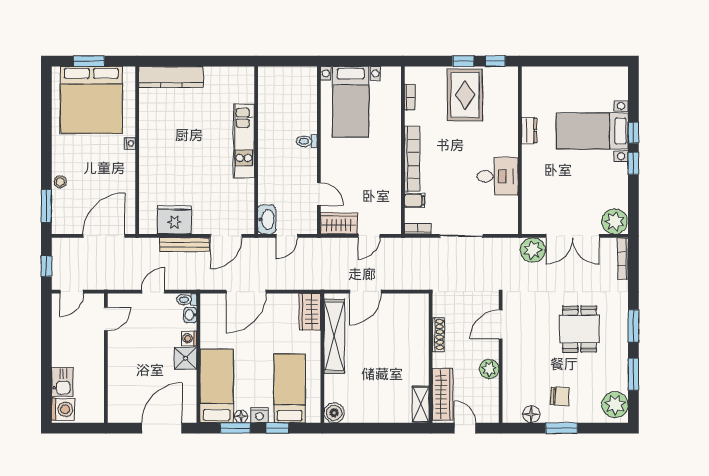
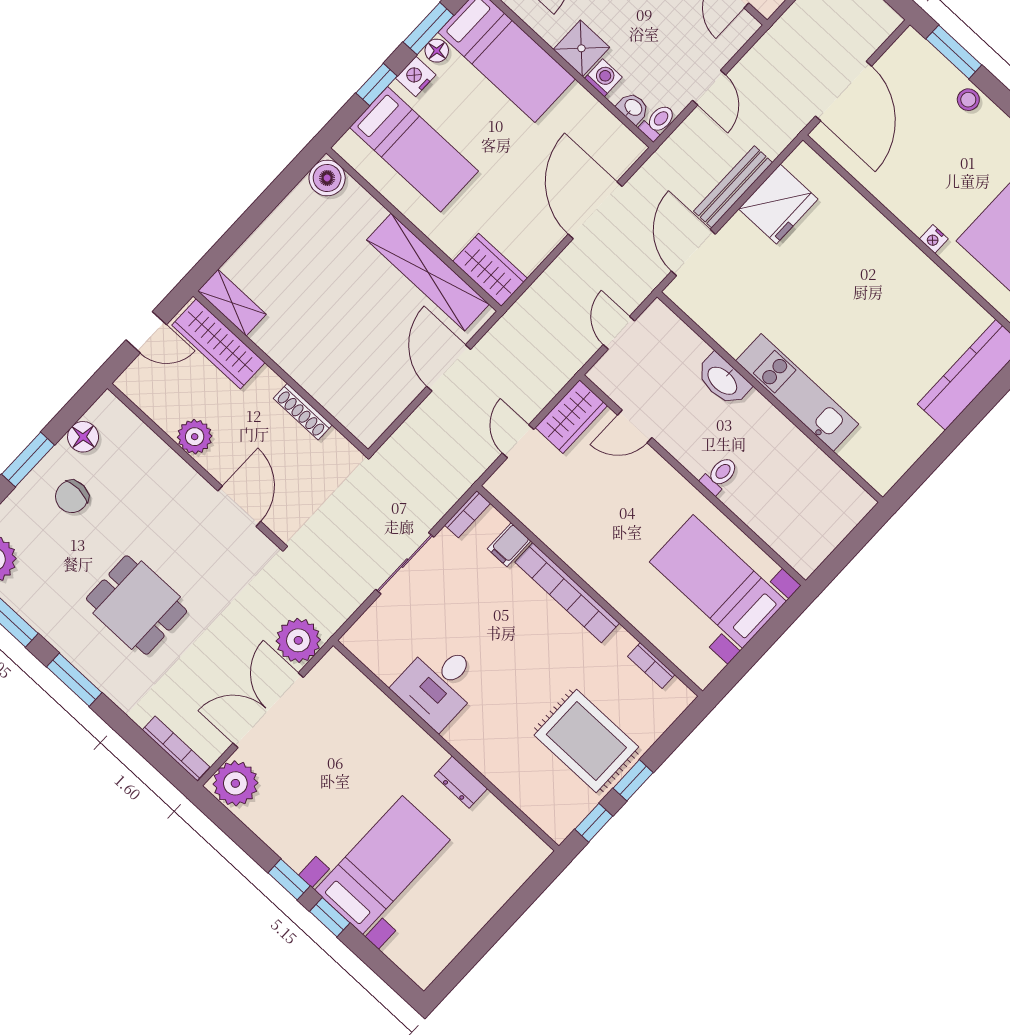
washbasin: (267, 219) -> (723, 380), moved

